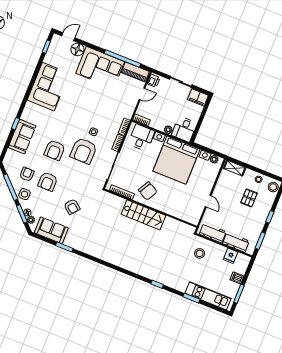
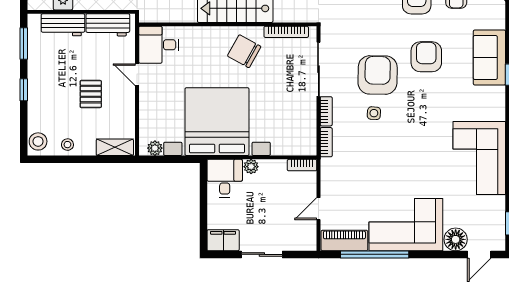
printer: (154, 81) -> (308, 238), removed
desk: (141, 138) -> (159, 45), moved, turned 90
pallet: (249, 198) -> (91, 94), moved

